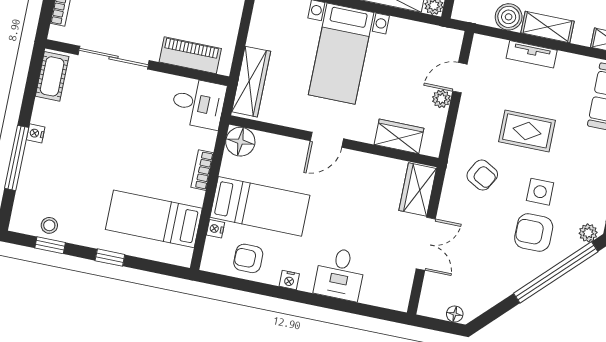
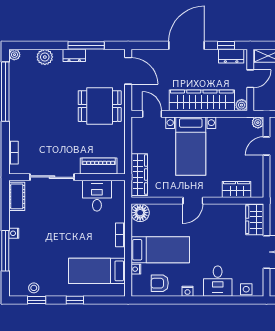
plant: (441, 99) -> (258, 123), moved
desk: (198, 103) -> (97, 196), moved, turned -90
side table: (382, 296) -> (246, 289), added

